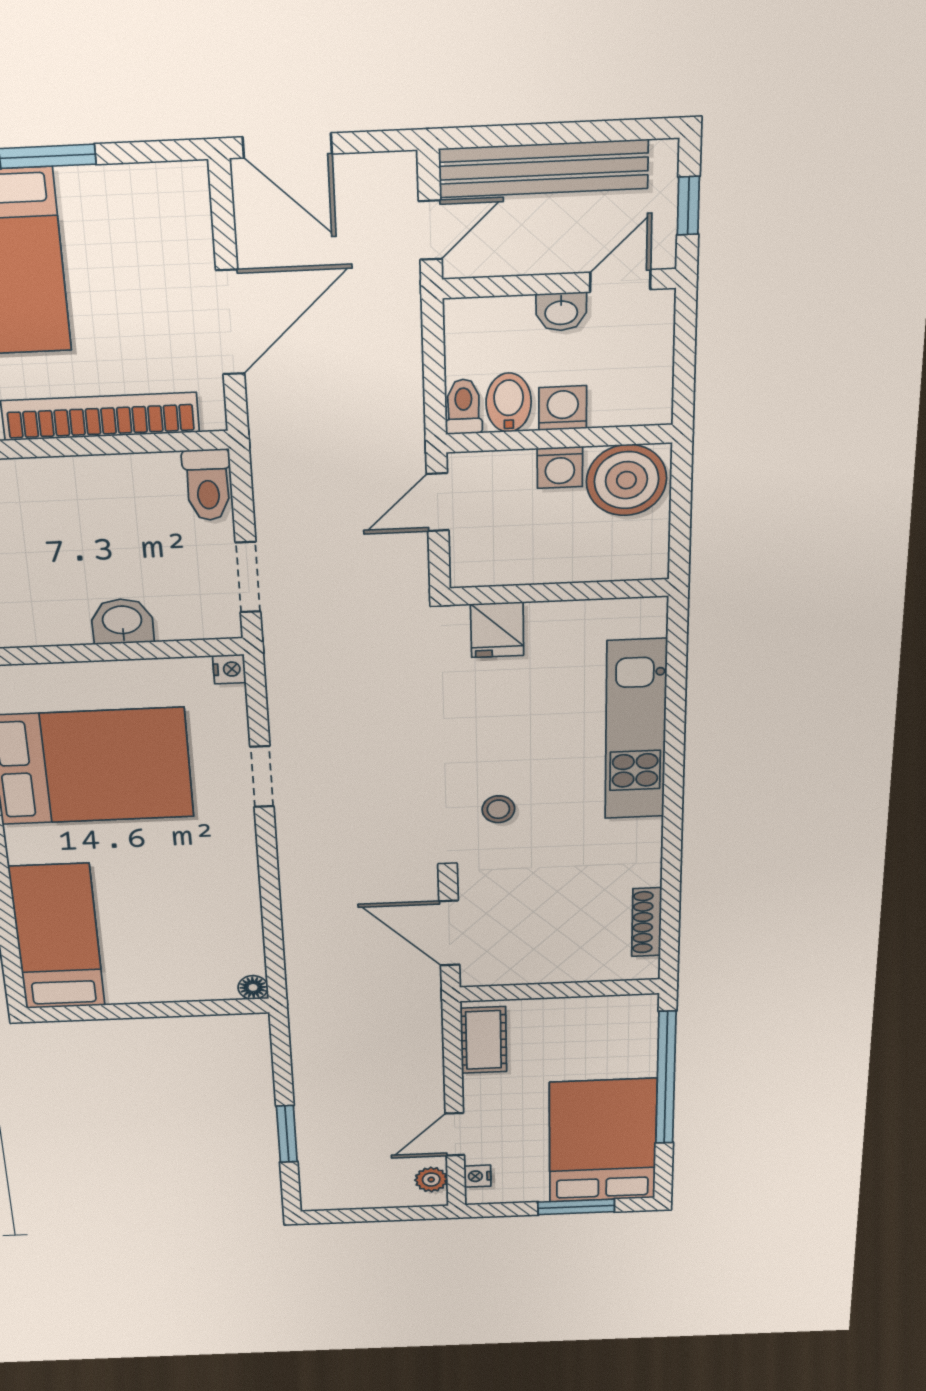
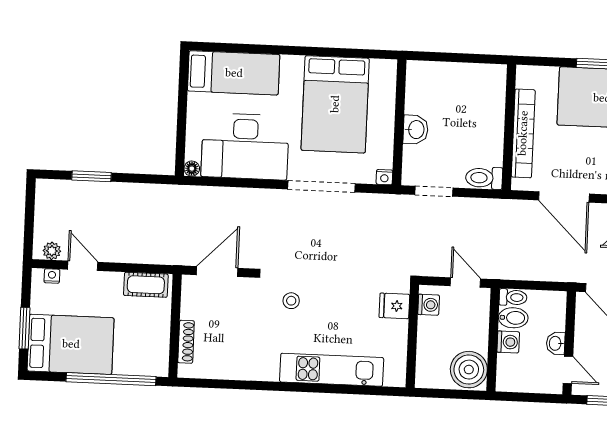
washing machine: (560, 467) -> (429, 305), moved, turned 180
doorway: (262, 776) -> (321, 186), width x1.88
desk: (199, 908) -> (245, 146), added
shoe rack: (647, 922) -> (186, 342), moved, turned 90

